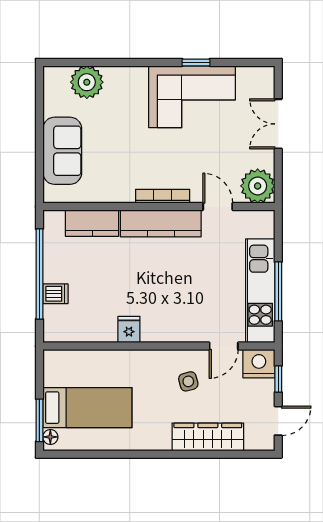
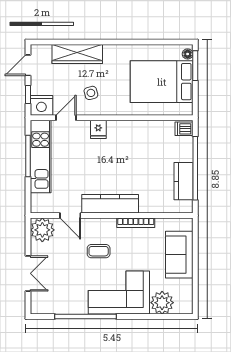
window: (196, 62) -> (85, 317), width x3.17
corner sofa: (192, 97) -> (119, 293), moved
coffee table: (177, 156) -> (99, 251), added
bookcase: (163, 196) -> (136, 223), moved
kitchen counter: (92, 223) -> (184, 181), moved, turned -90
dishwasher: (55, 294) -> (184, 129), moved
fridge: (129, 330) -> (98, 129), moved
bed: (87, 408) -> (162, 82), width x1.50

